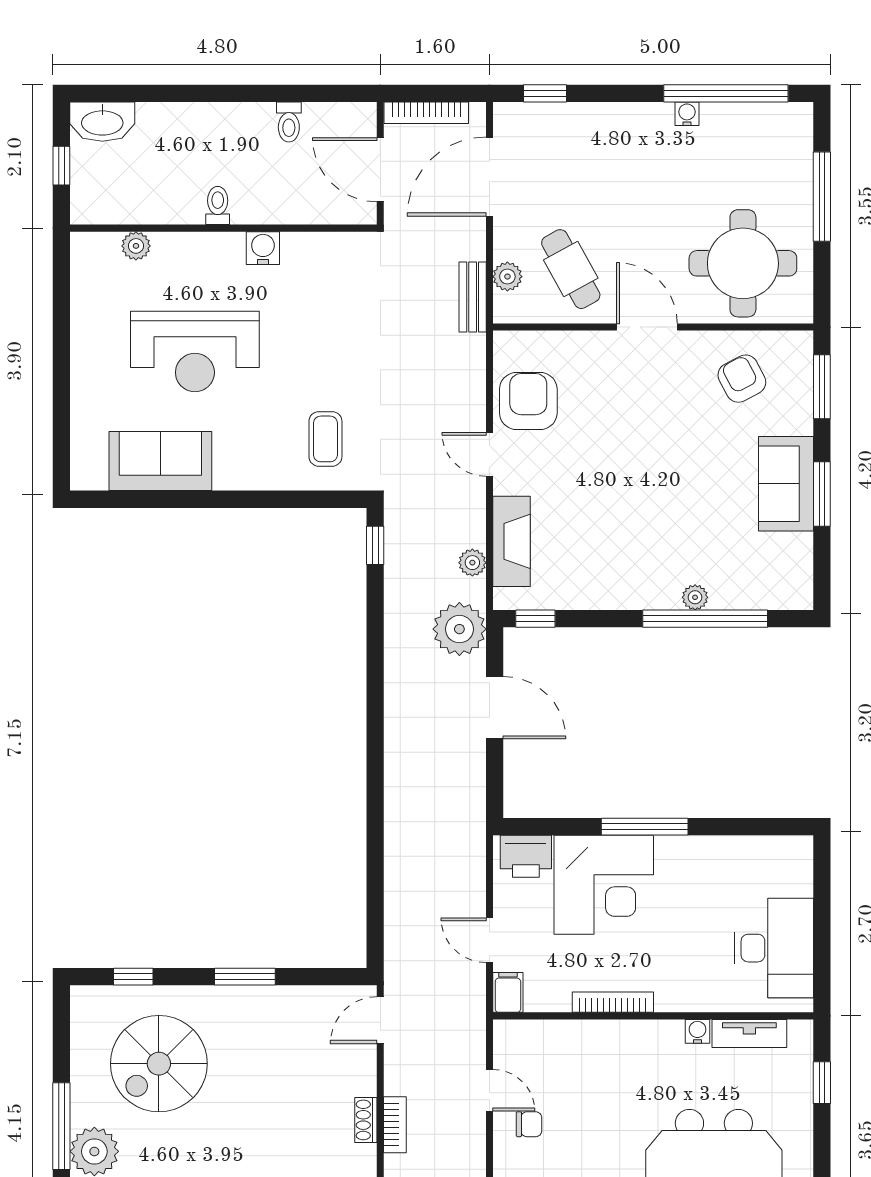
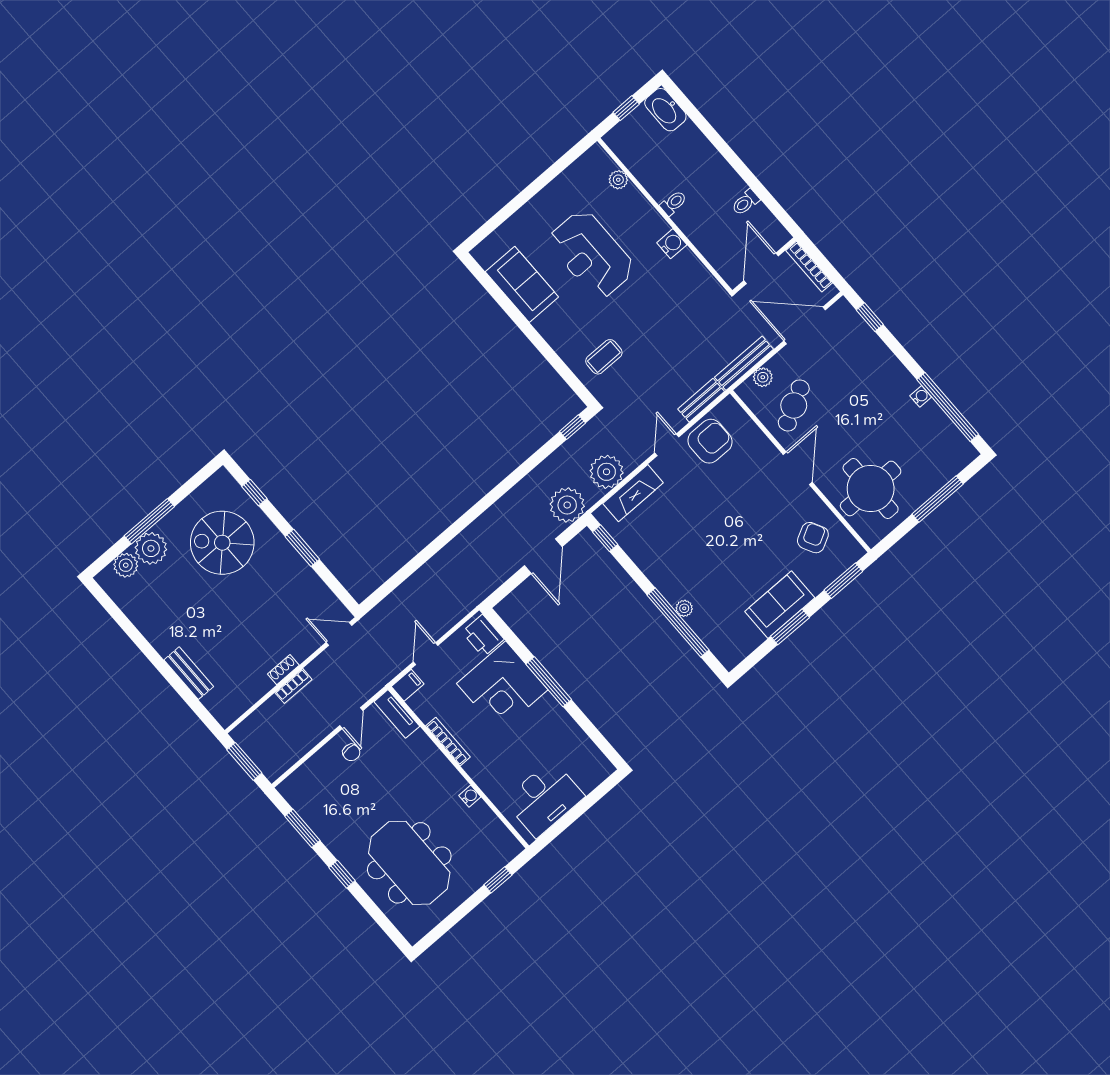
bench: (473, 297) -> (744, 363), width x1.36
bench: (472, 370) -> (701, 400), added
plant: (472, 563) -> (607, 472), width x1.88, depth x1.88
tv unit: (749, 1033) -> (397, 714), moved

